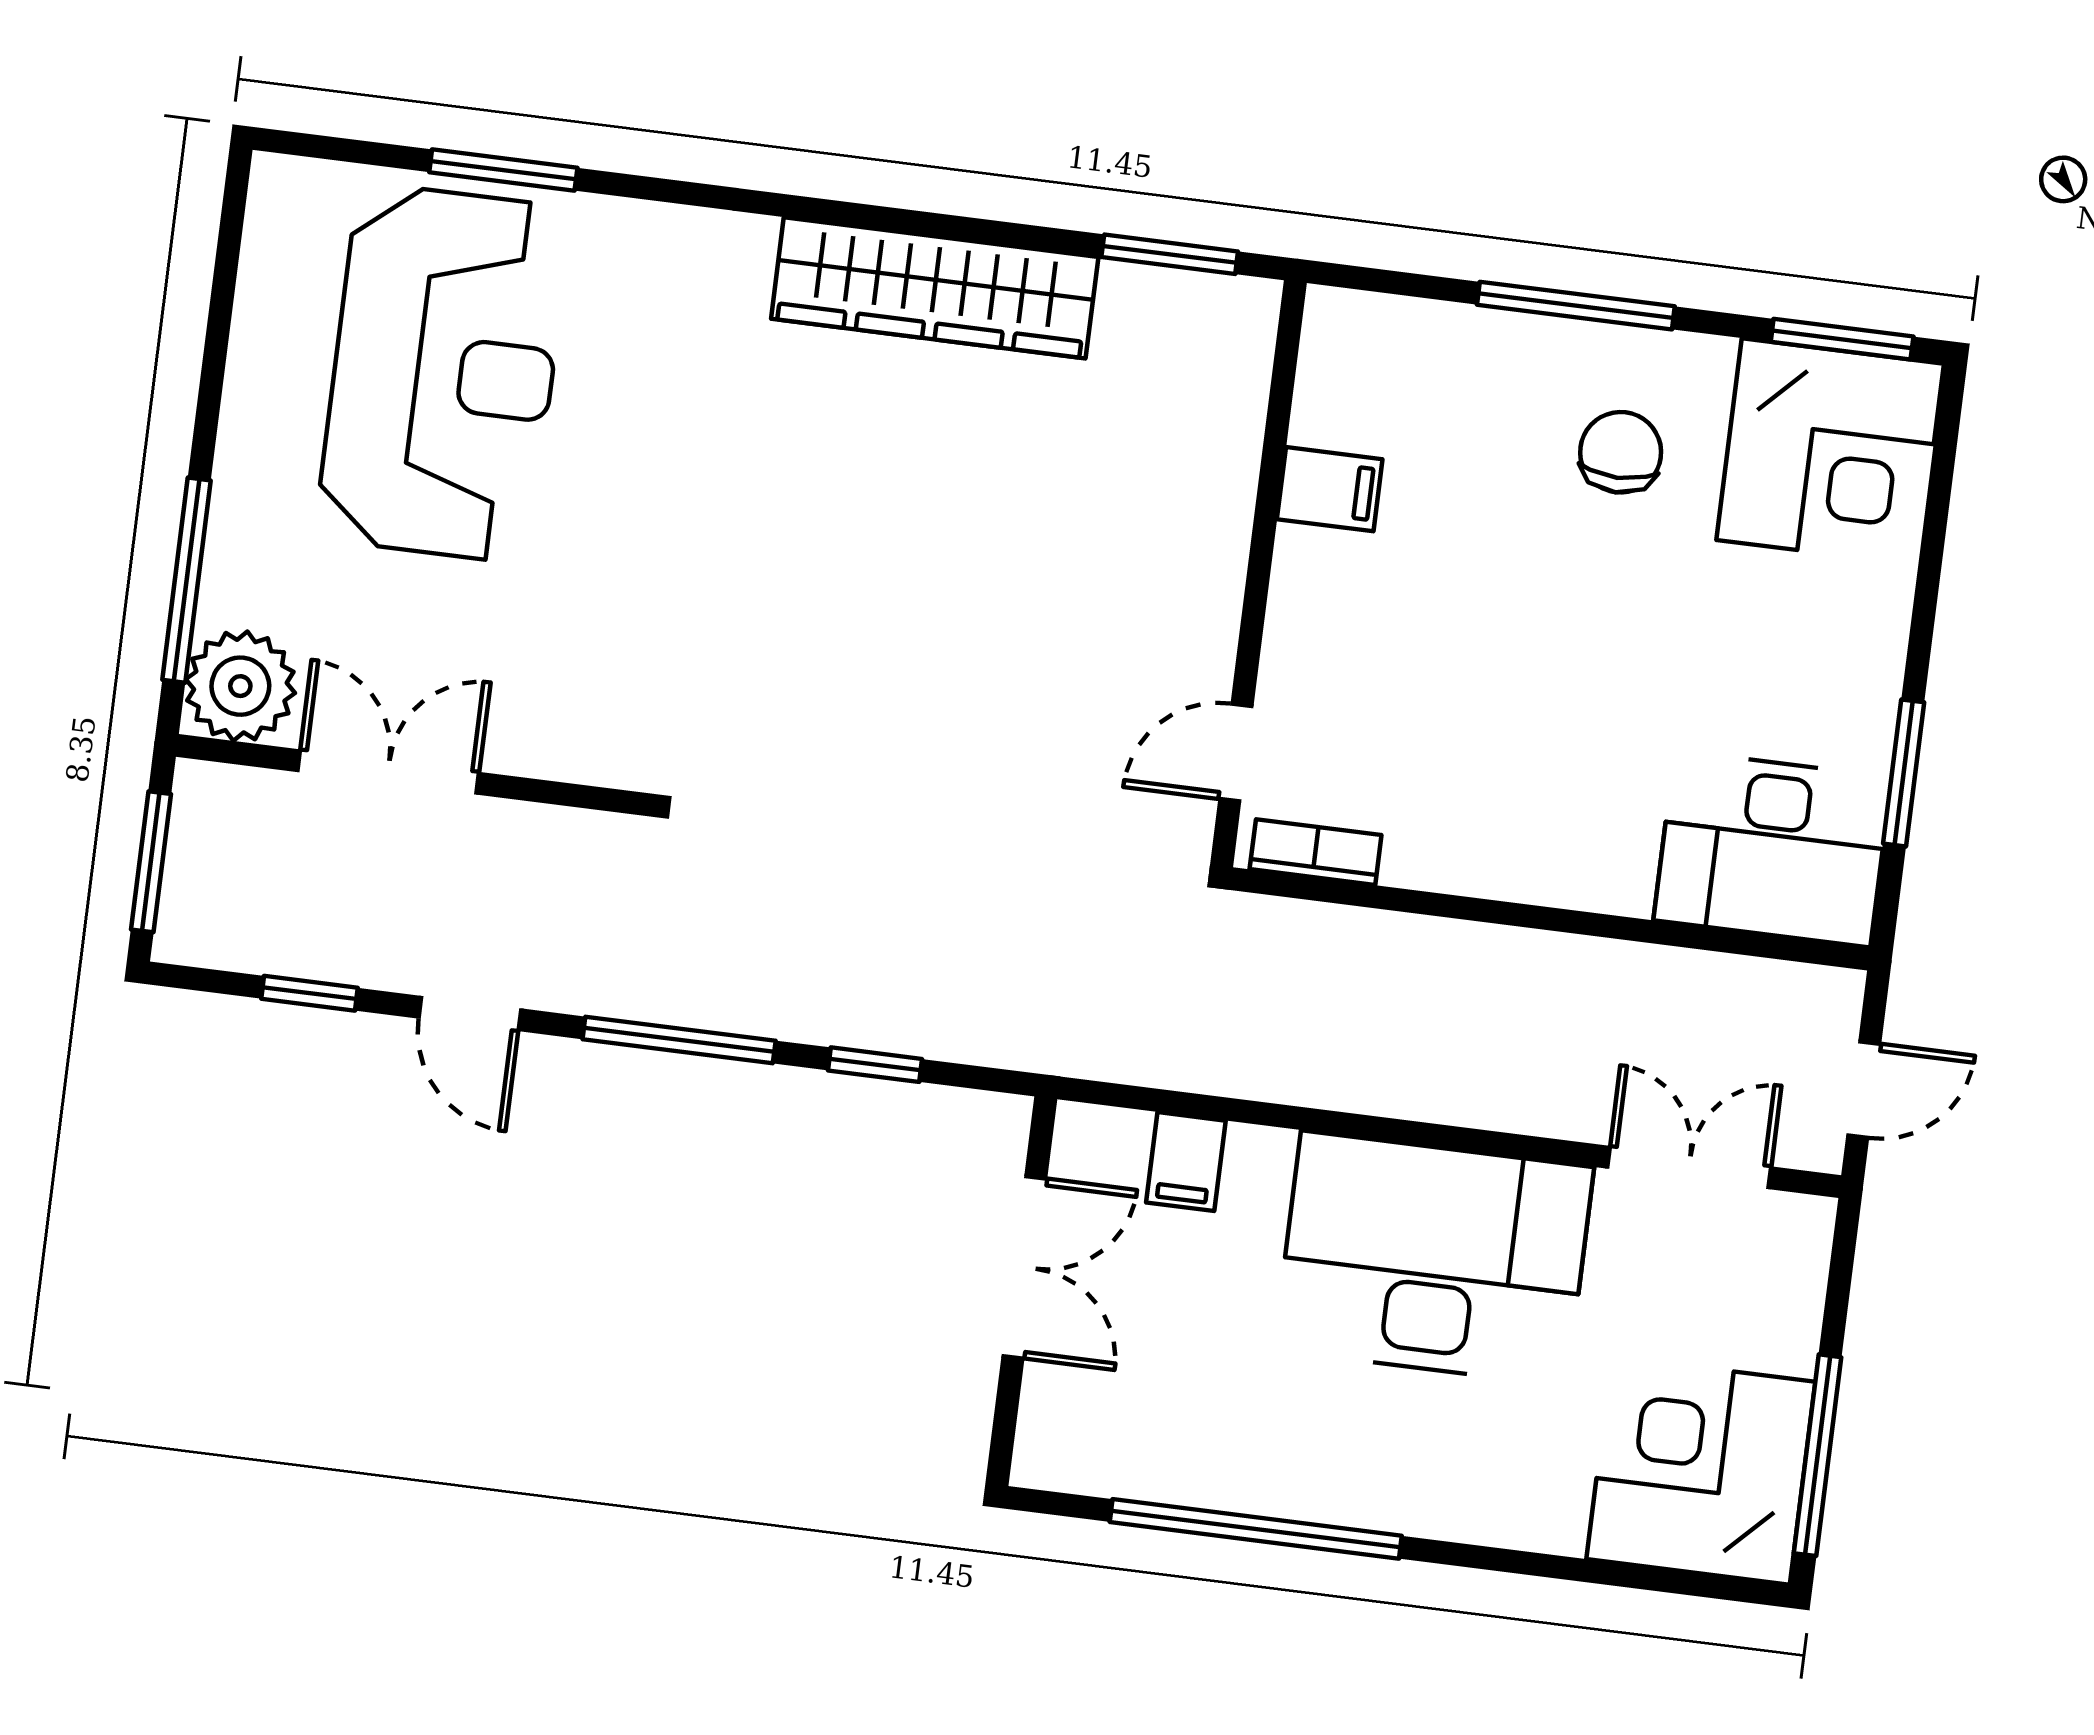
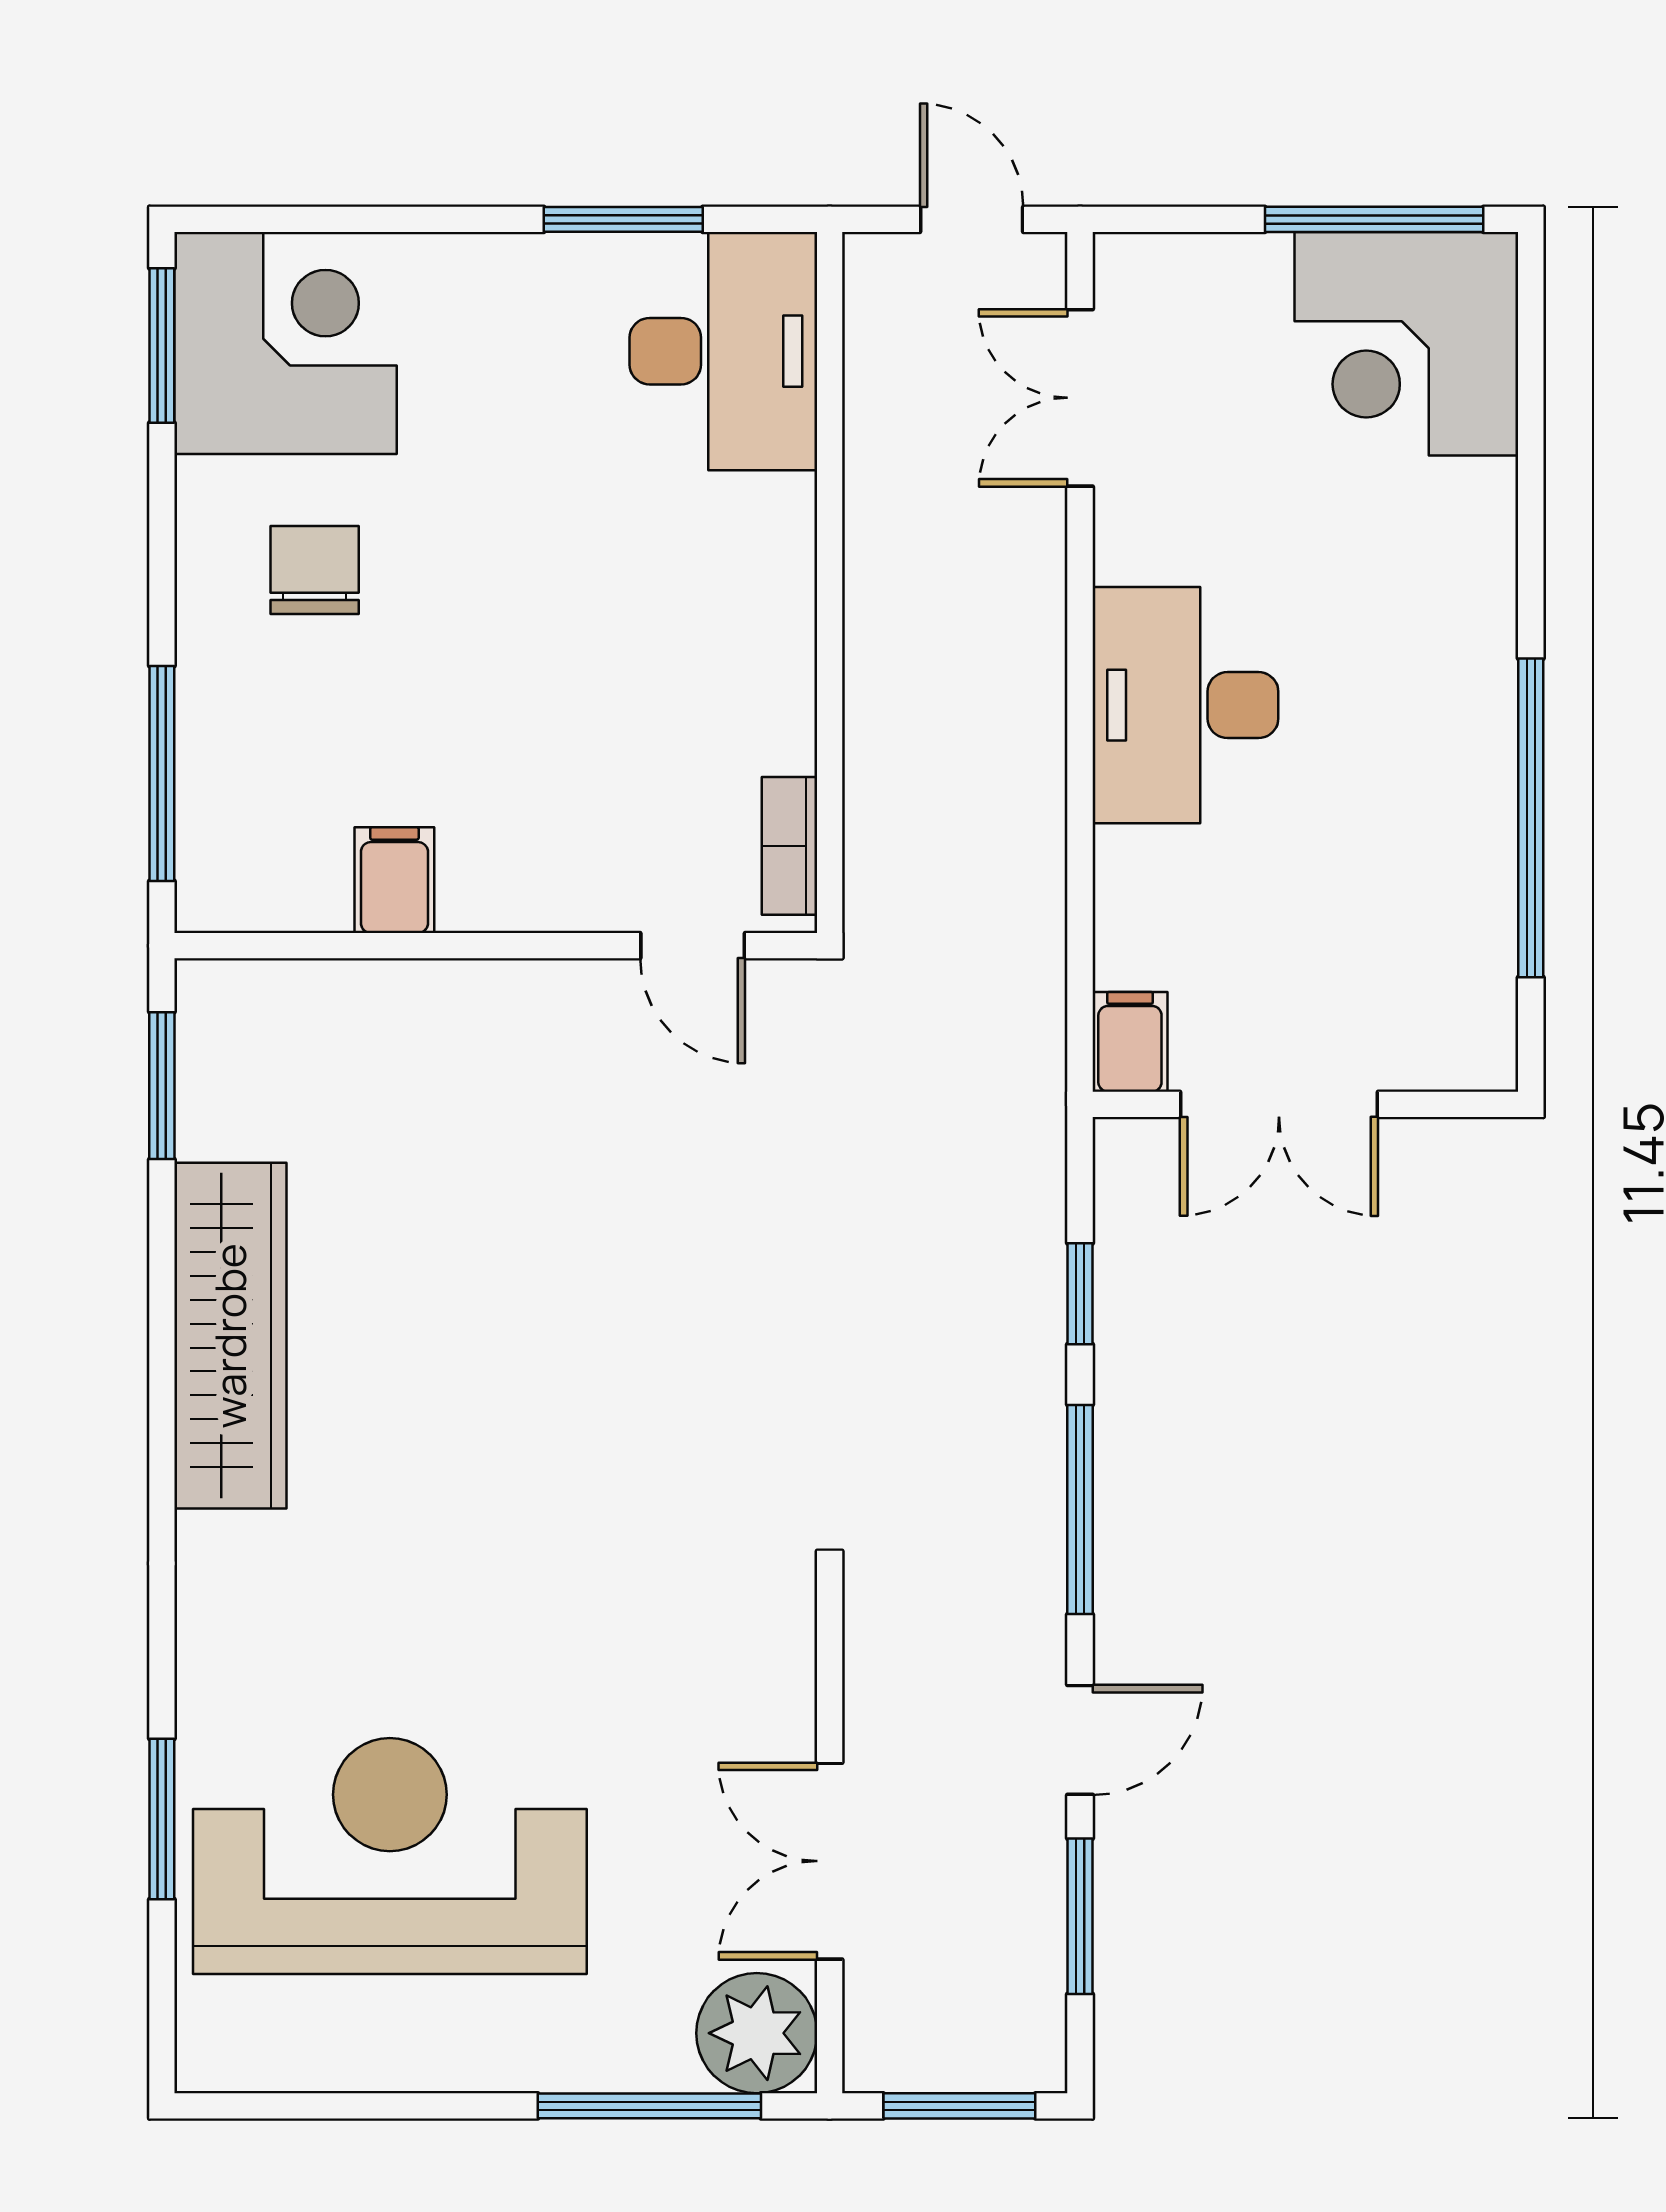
window: (1576, 306) -> (162, 774), moved
chair: (1621, 452) -> (315, 570), turned 90
window: (310, 993) -> (1080, 1916), width x1.50
filing cabinet: (1186, 1162) -> (1130, 1042), moved, turned -90
desk: (1434, 1258) -> (1185, 705), width x0.73, depth x0.77
double door: (1024, 1267) -> (1279, 1104), swing flipped

